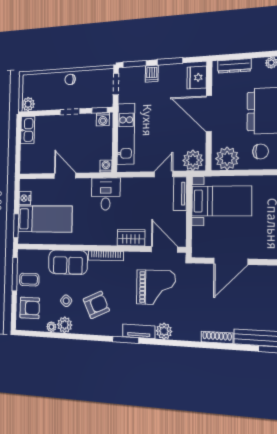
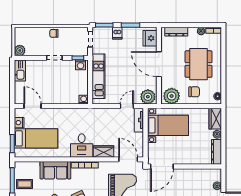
door: (65, 176) -> (33, 106), moved
desk: (106, 194) -> (82, 146), moved, turned 180
door: (231, 261) -> (162, 167), moved

